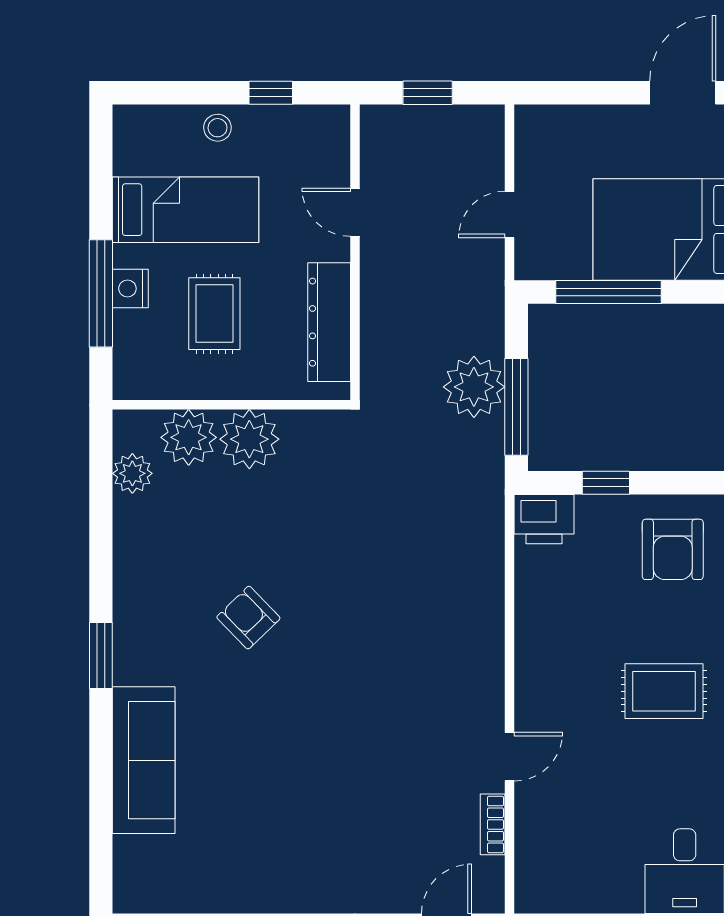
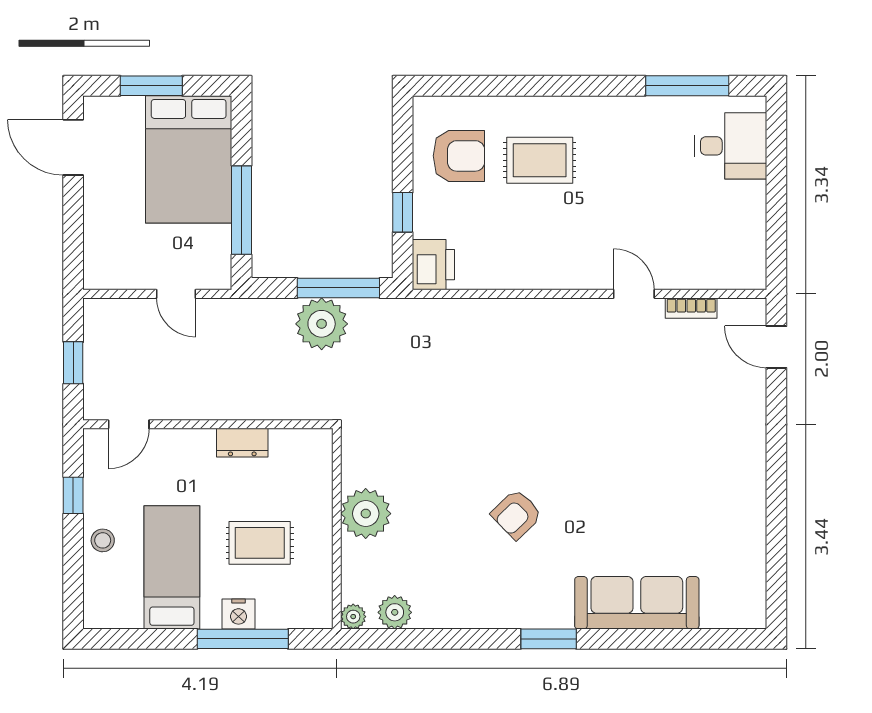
door: (355, 212) -> (129, 424), moved
dresser: (329, 322) -> (242, 443), width x0.51, depth x0.80
plant: (189, 437) -> (353, 617), moved, width x0.53, depth x0.53
rug: (664, 691) -> (540, 160), moved, turned 90

